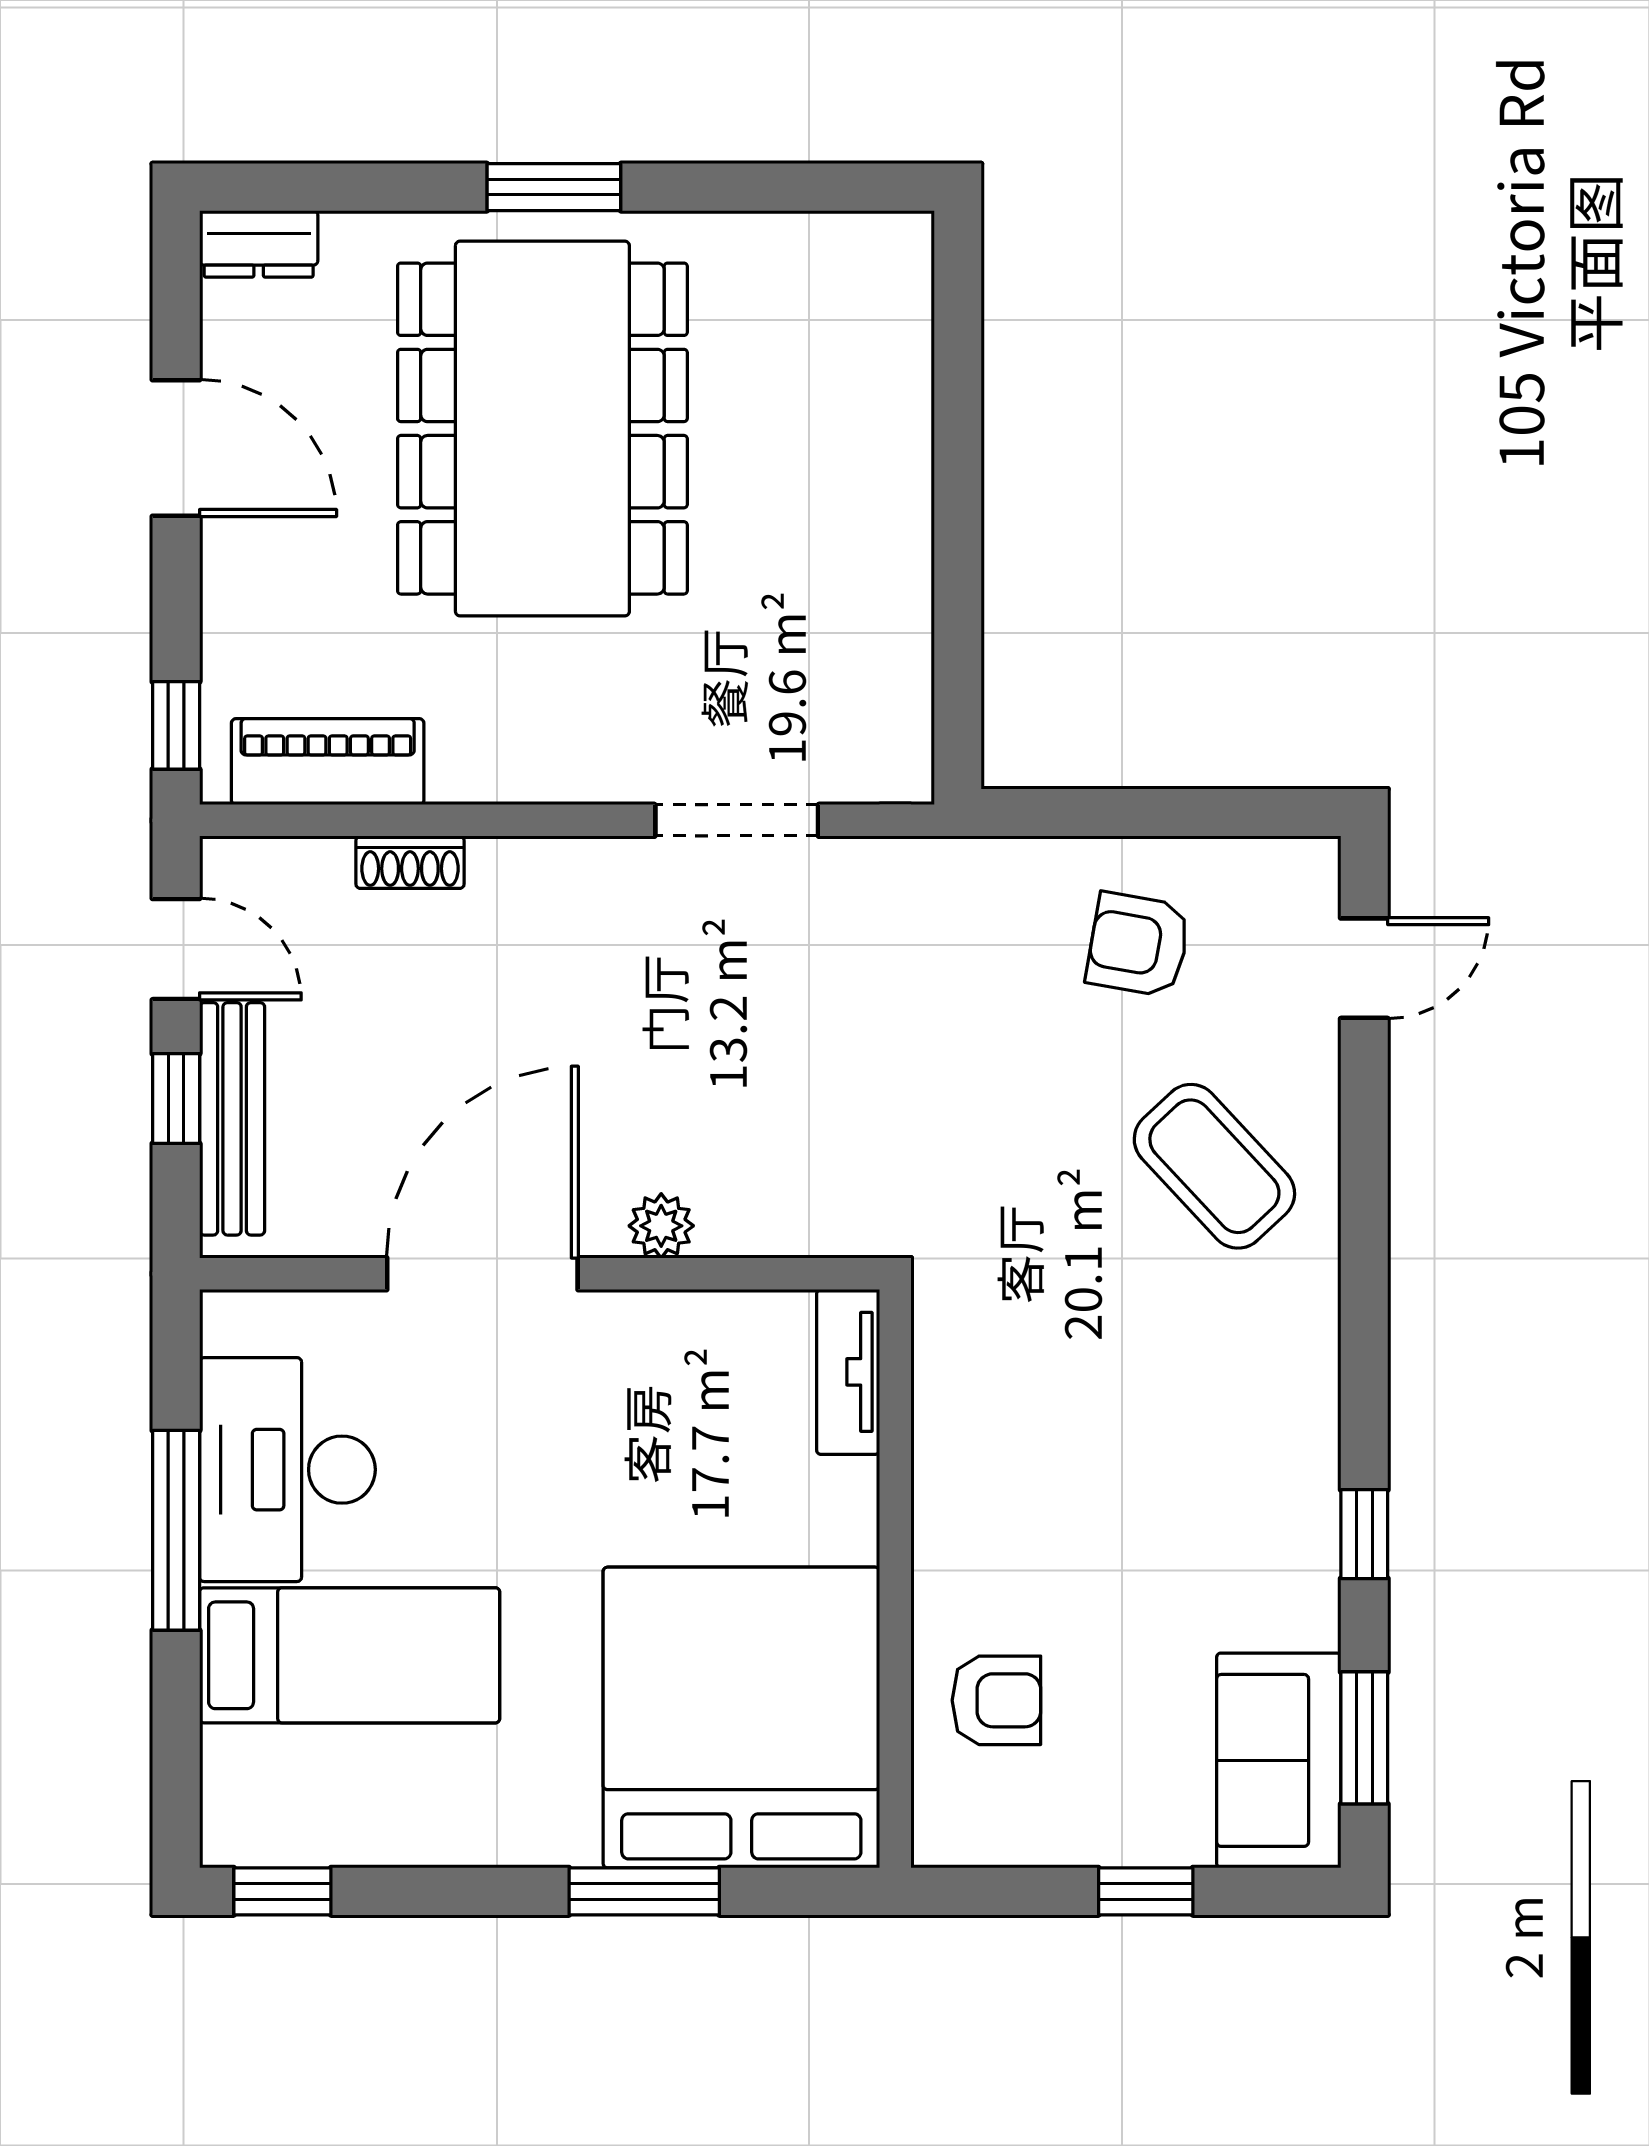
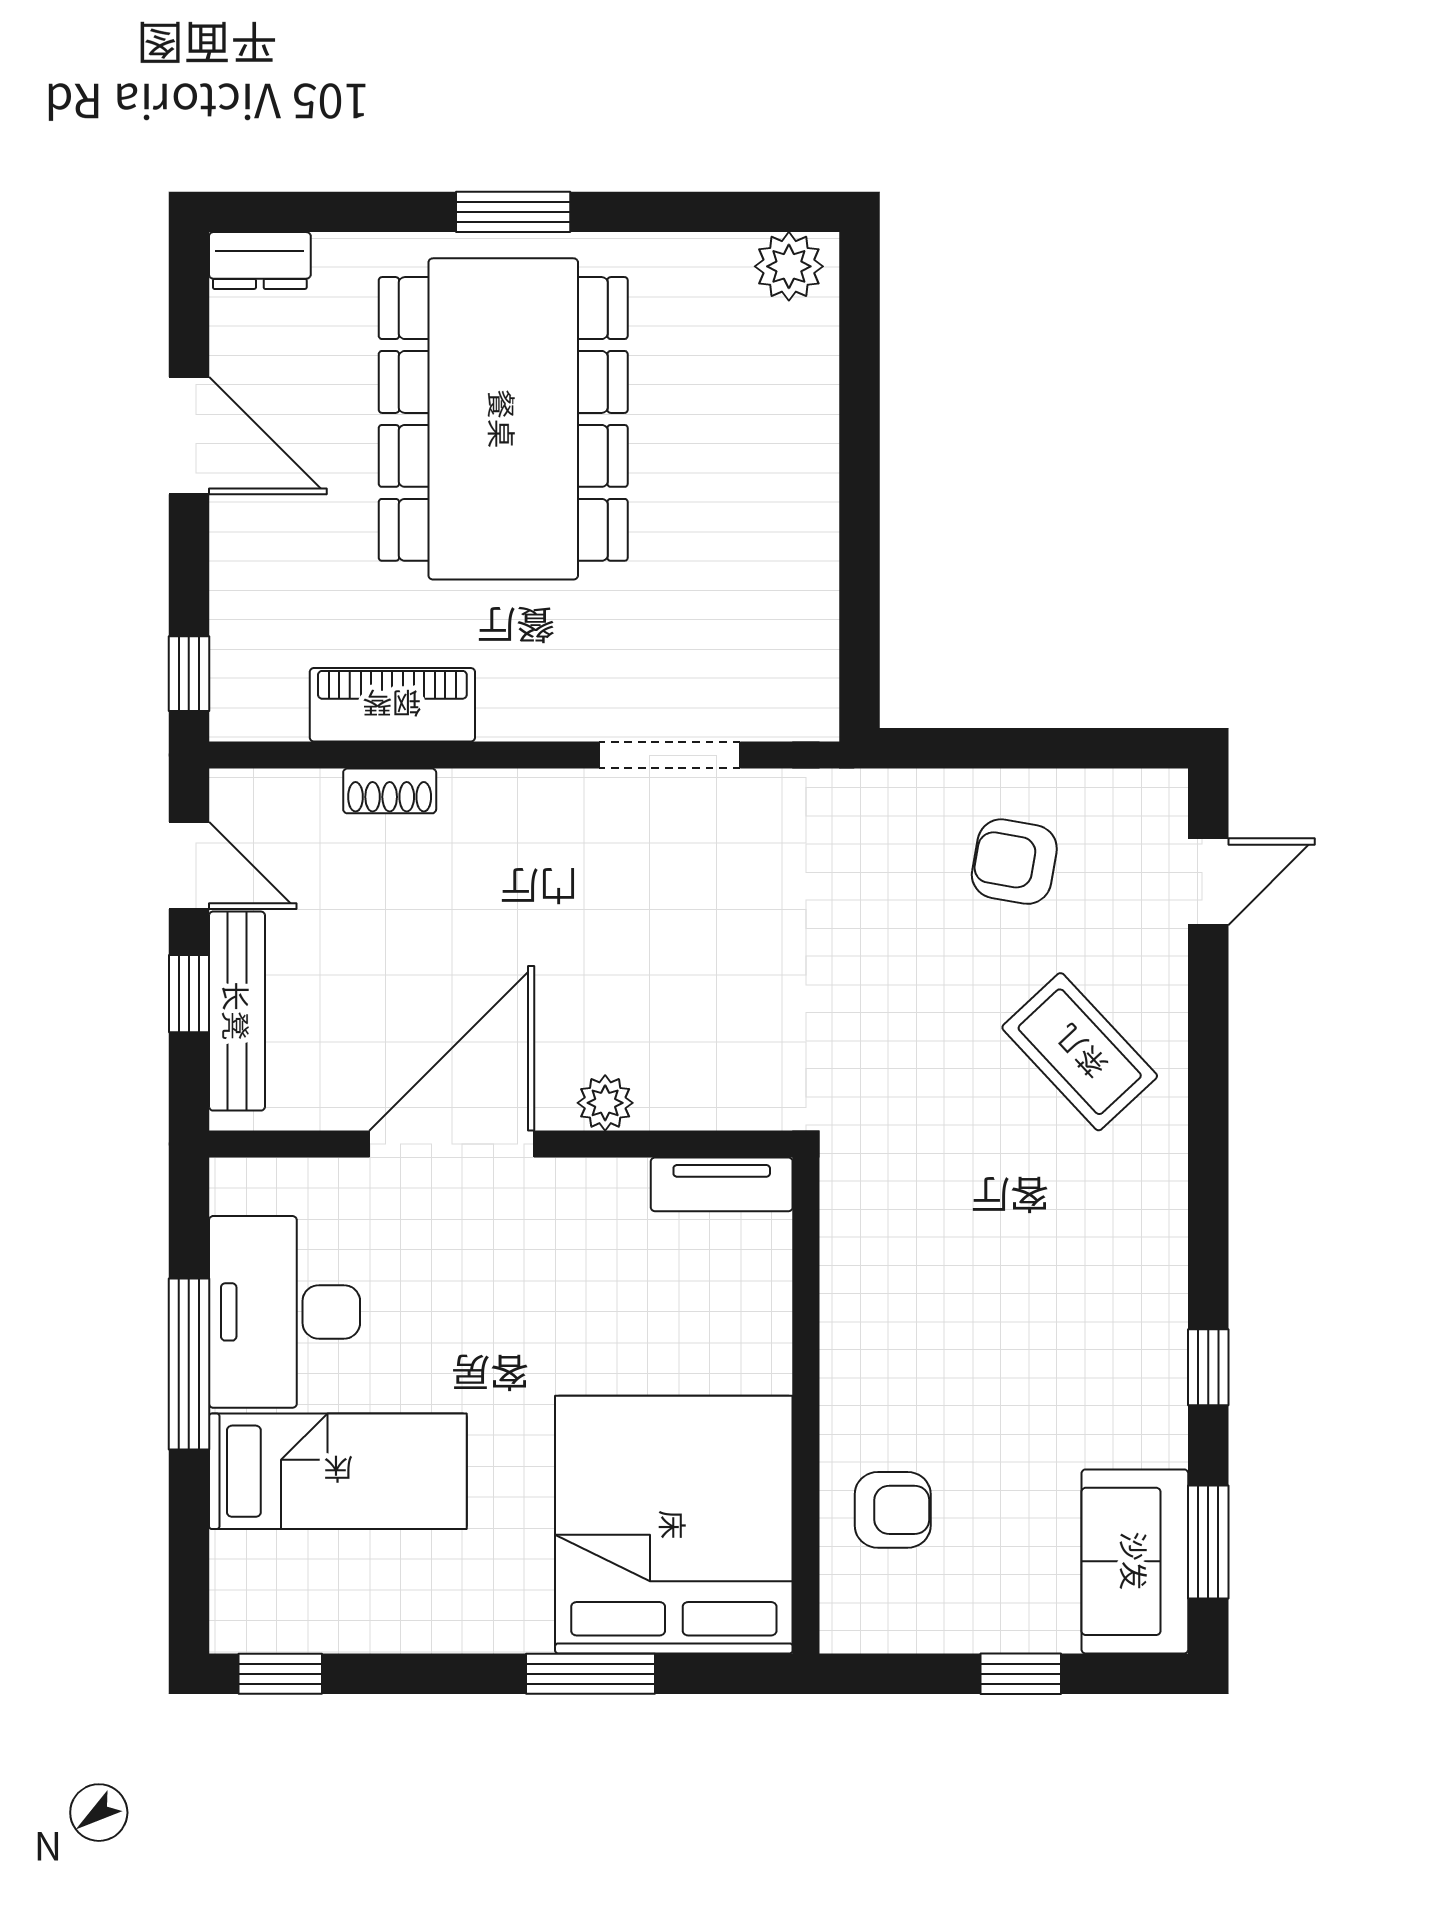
plant: (875, 251) -> (789, 266), added
piano: (328, 762) -> (392, 705), moved
tv unit: (848, 1372) -> (722, 1184), moved, turned -90

